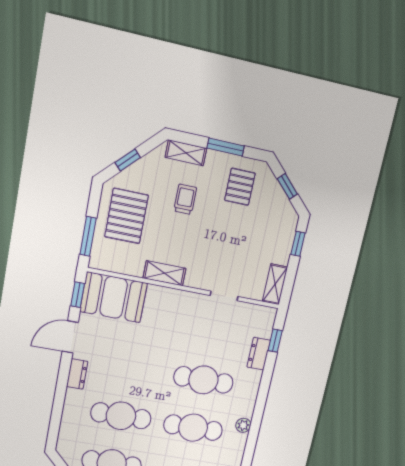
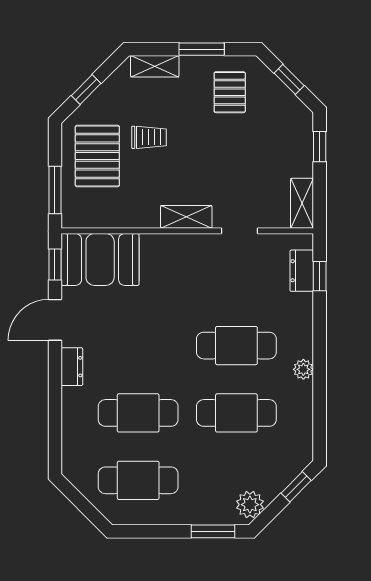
trolley: (185, 199) -> (149, 137), moved, turned 90
shelving: (164, 273) -> (186, 217), moved
dresser: (259, 354) -> (302, 271), moved
plant: (243, 425) -> (303, 369), moved

